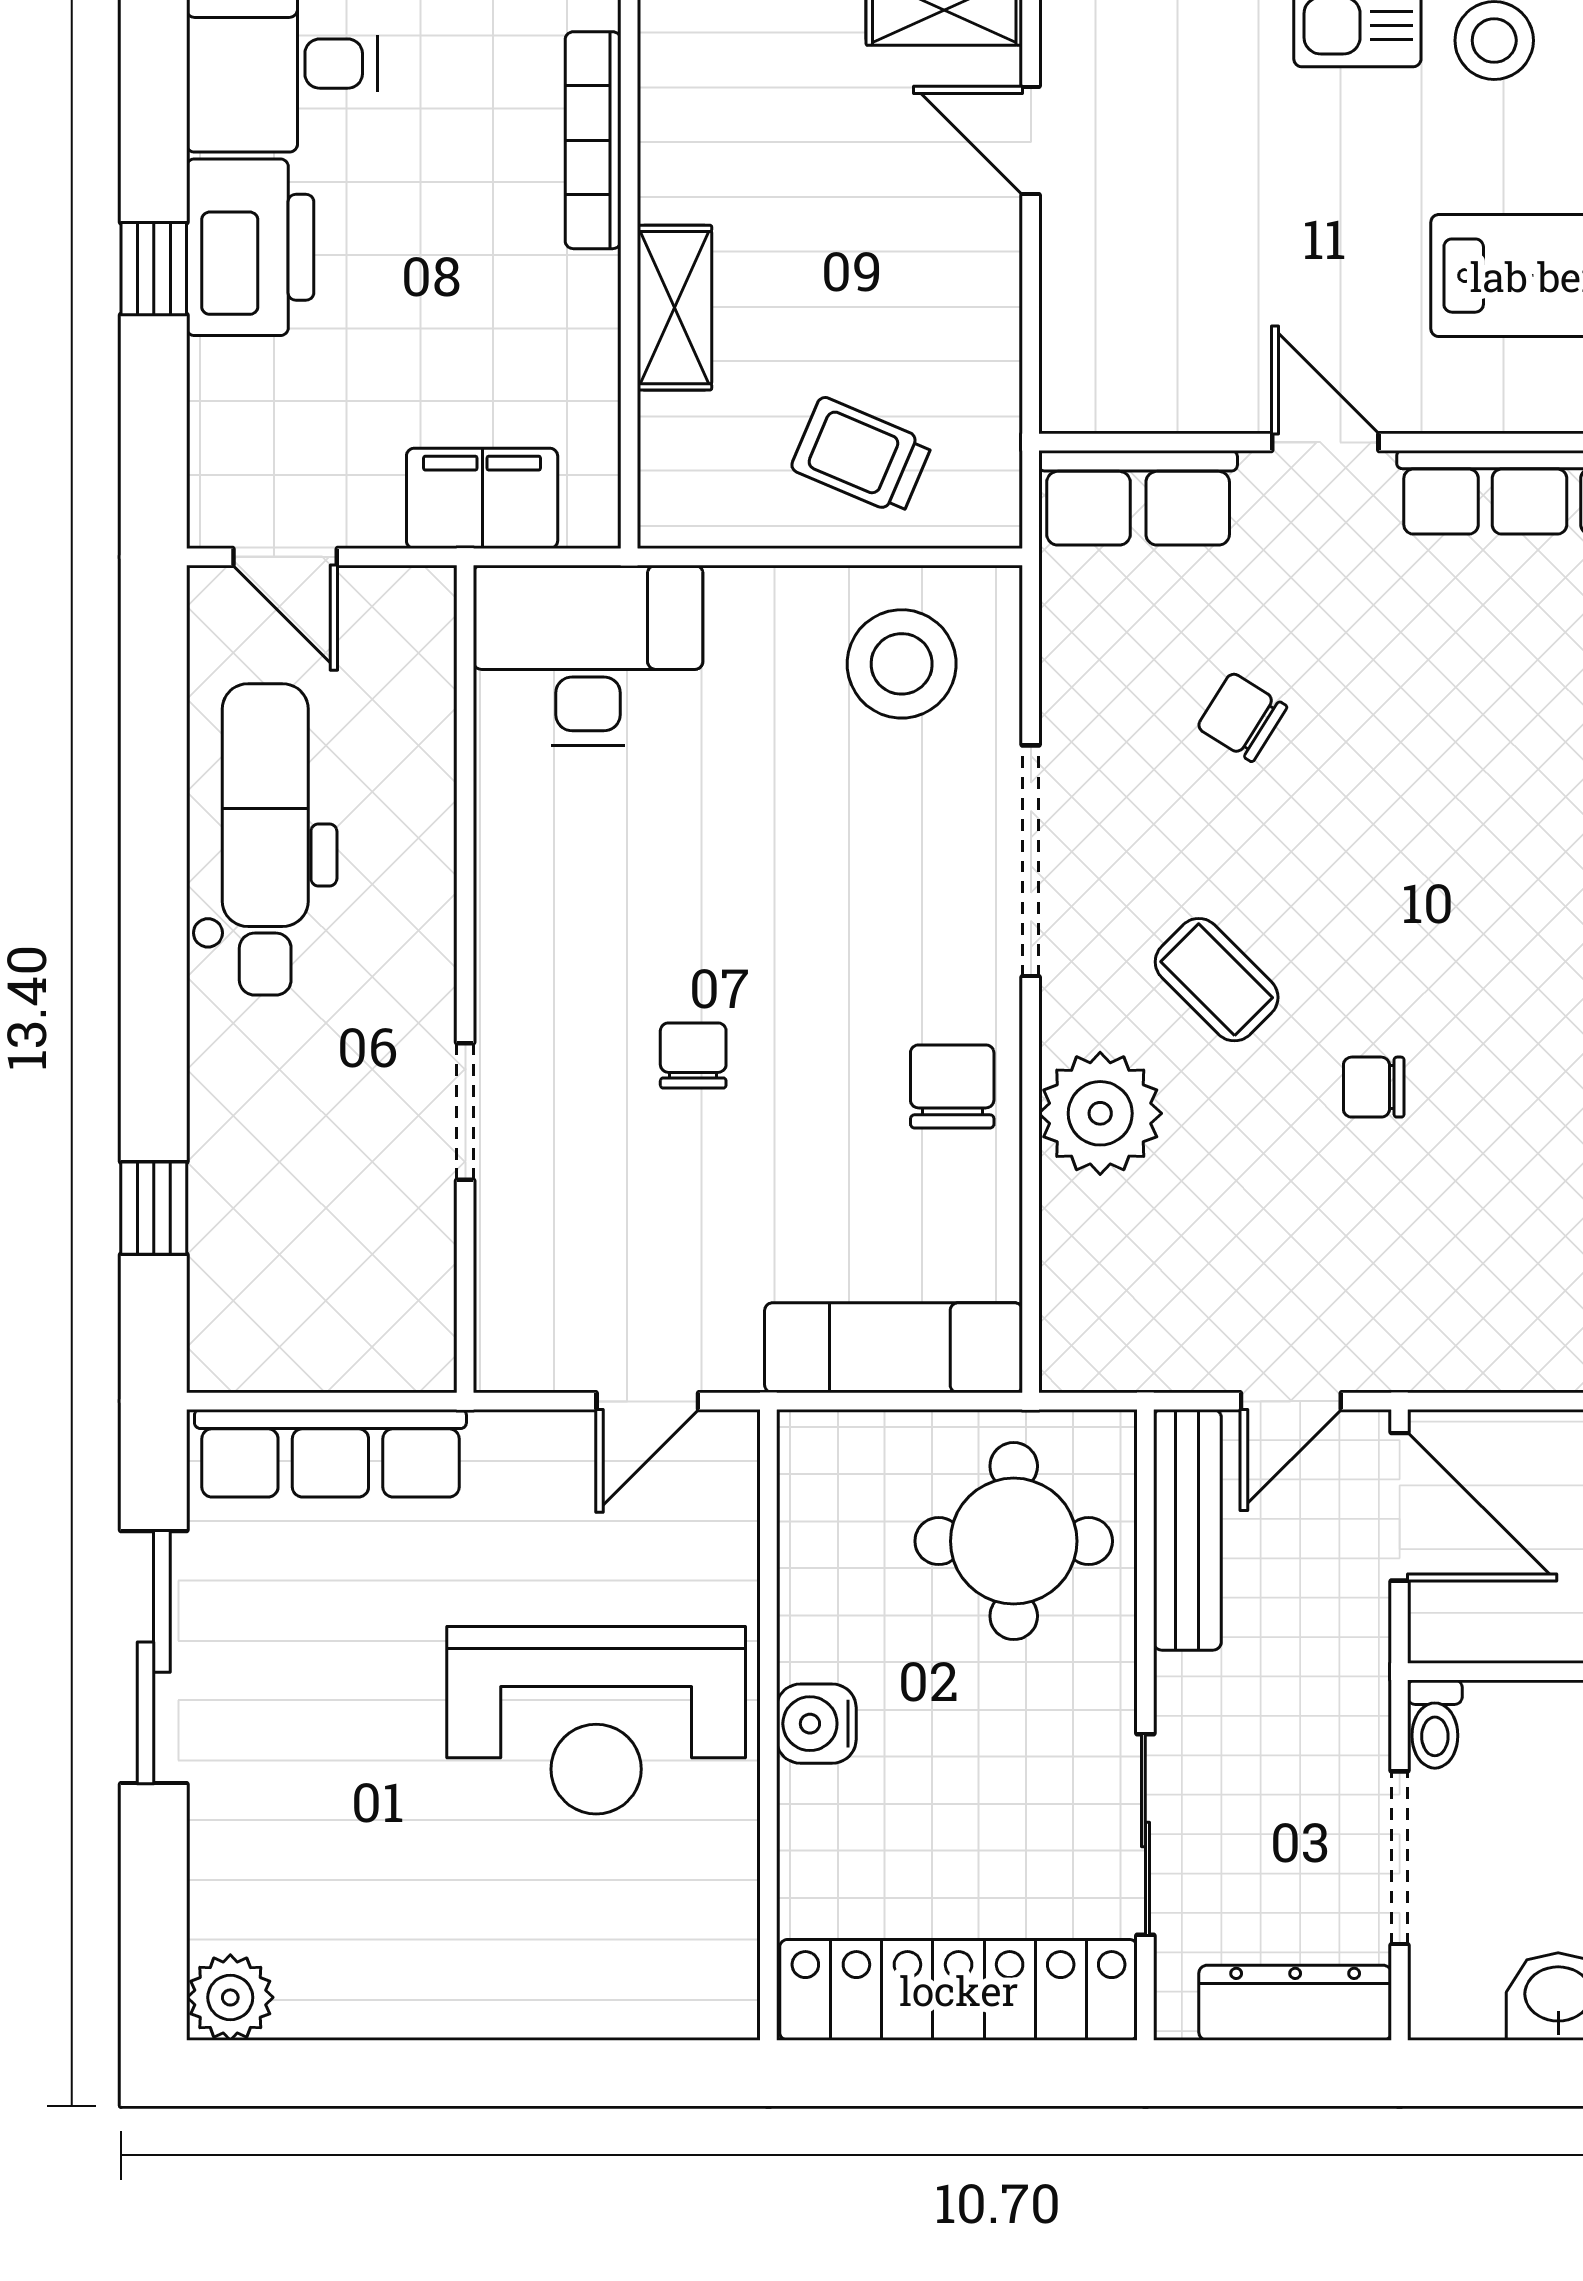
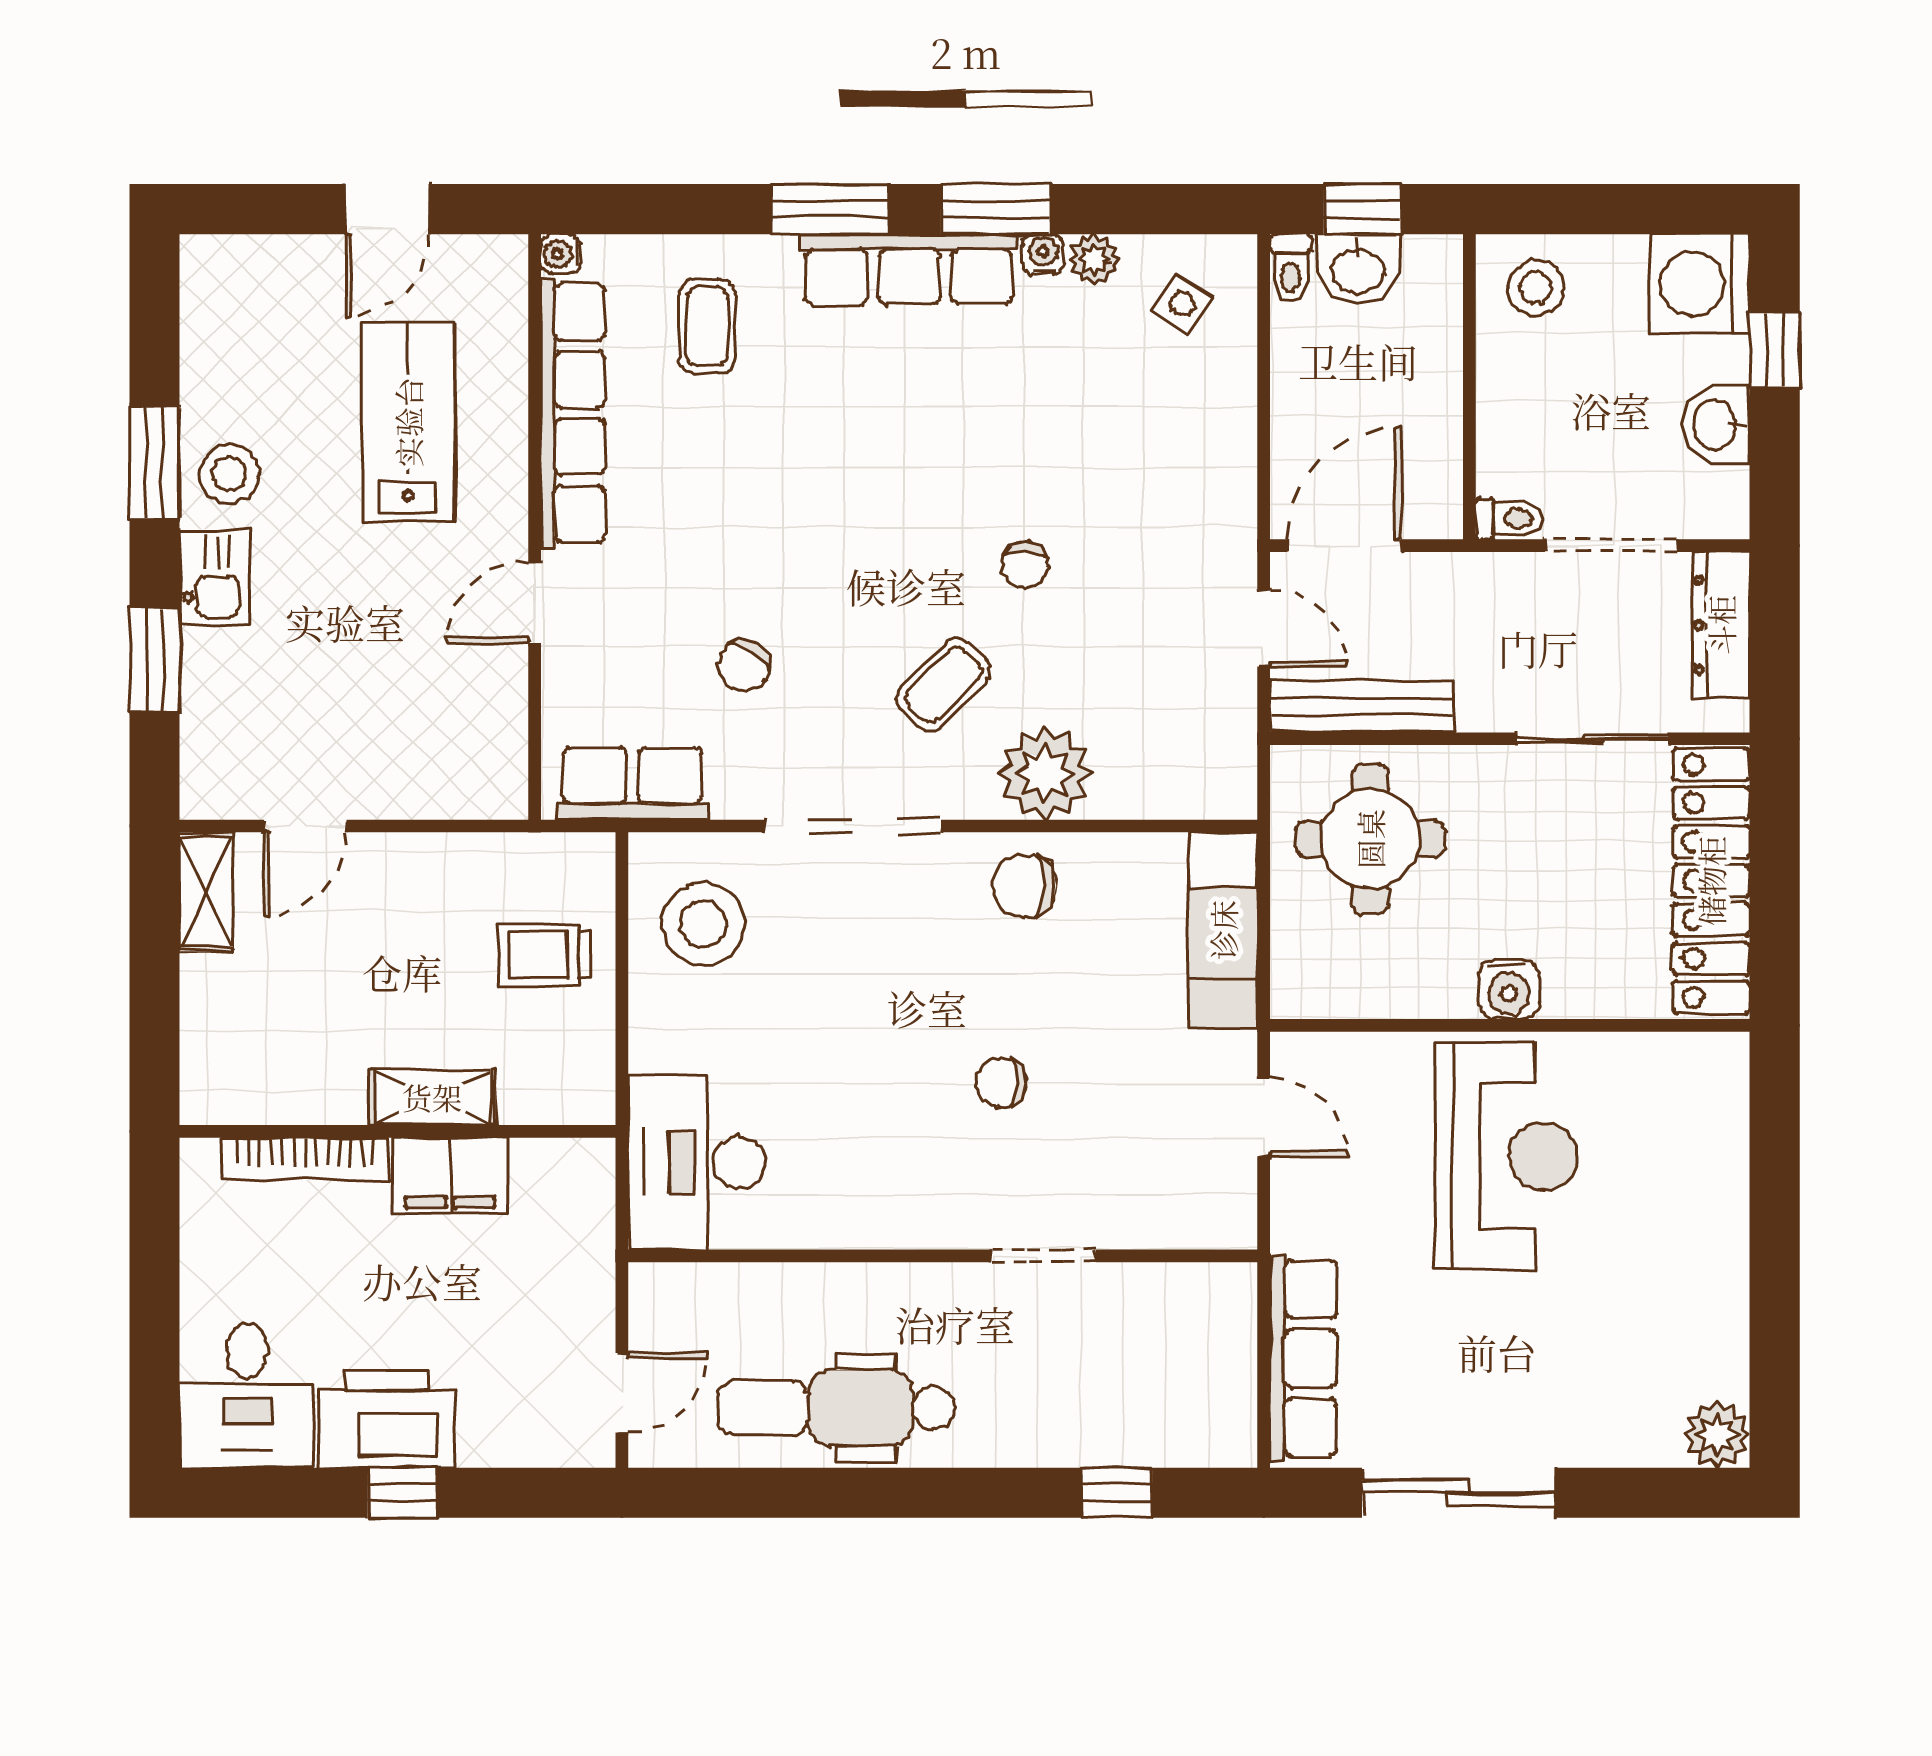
trolley: (861, 456) -> (545, 955), turned 67
filing cabinet: (482, 498) -> (450, 1176), moved, turned -90
row of seats: (1138, 498) -> (632, 784), moved, turned -90

